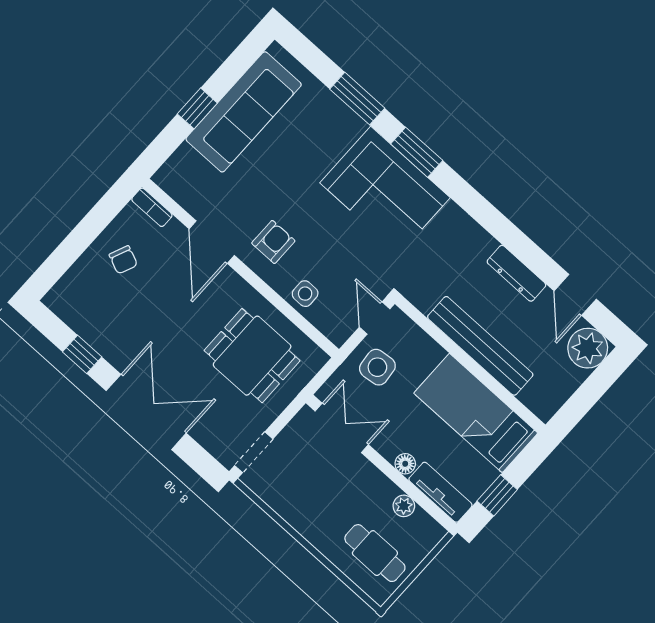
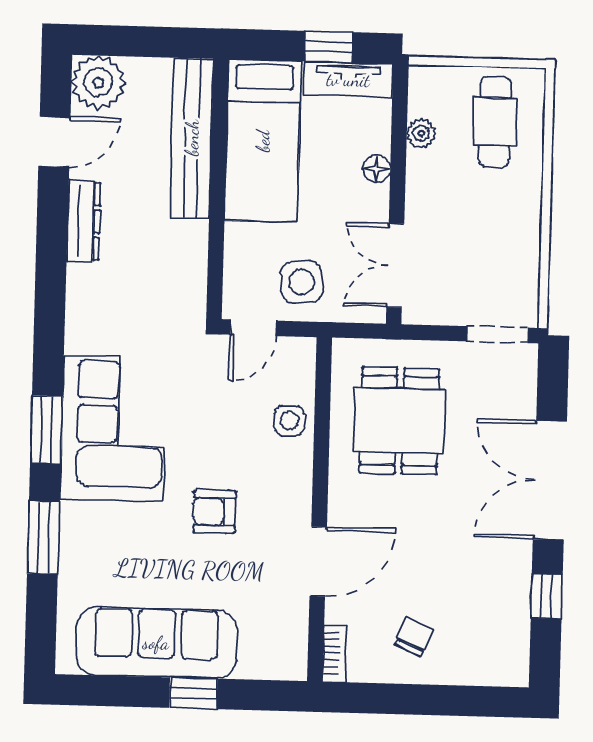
armchair: (273, 242) -> (215, 512), moved
bench: (480, 346) -> (192, 138), moved
tv unit: (440, 492) -> (348, 80), moved, turned -90

